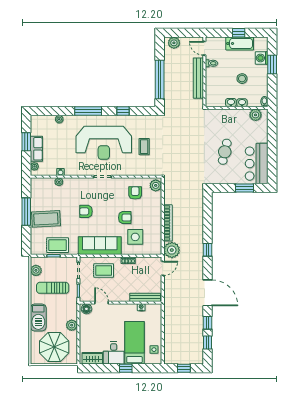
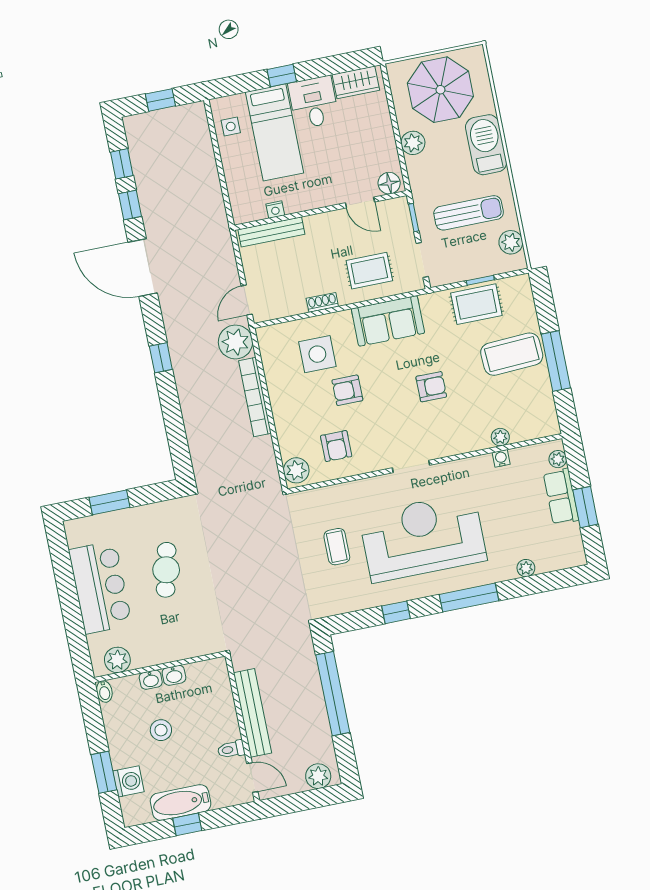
bar counter: (257, 164) -> (100, 587), moved
sofa: (100, 246) -> (388, 321), width x0.73

